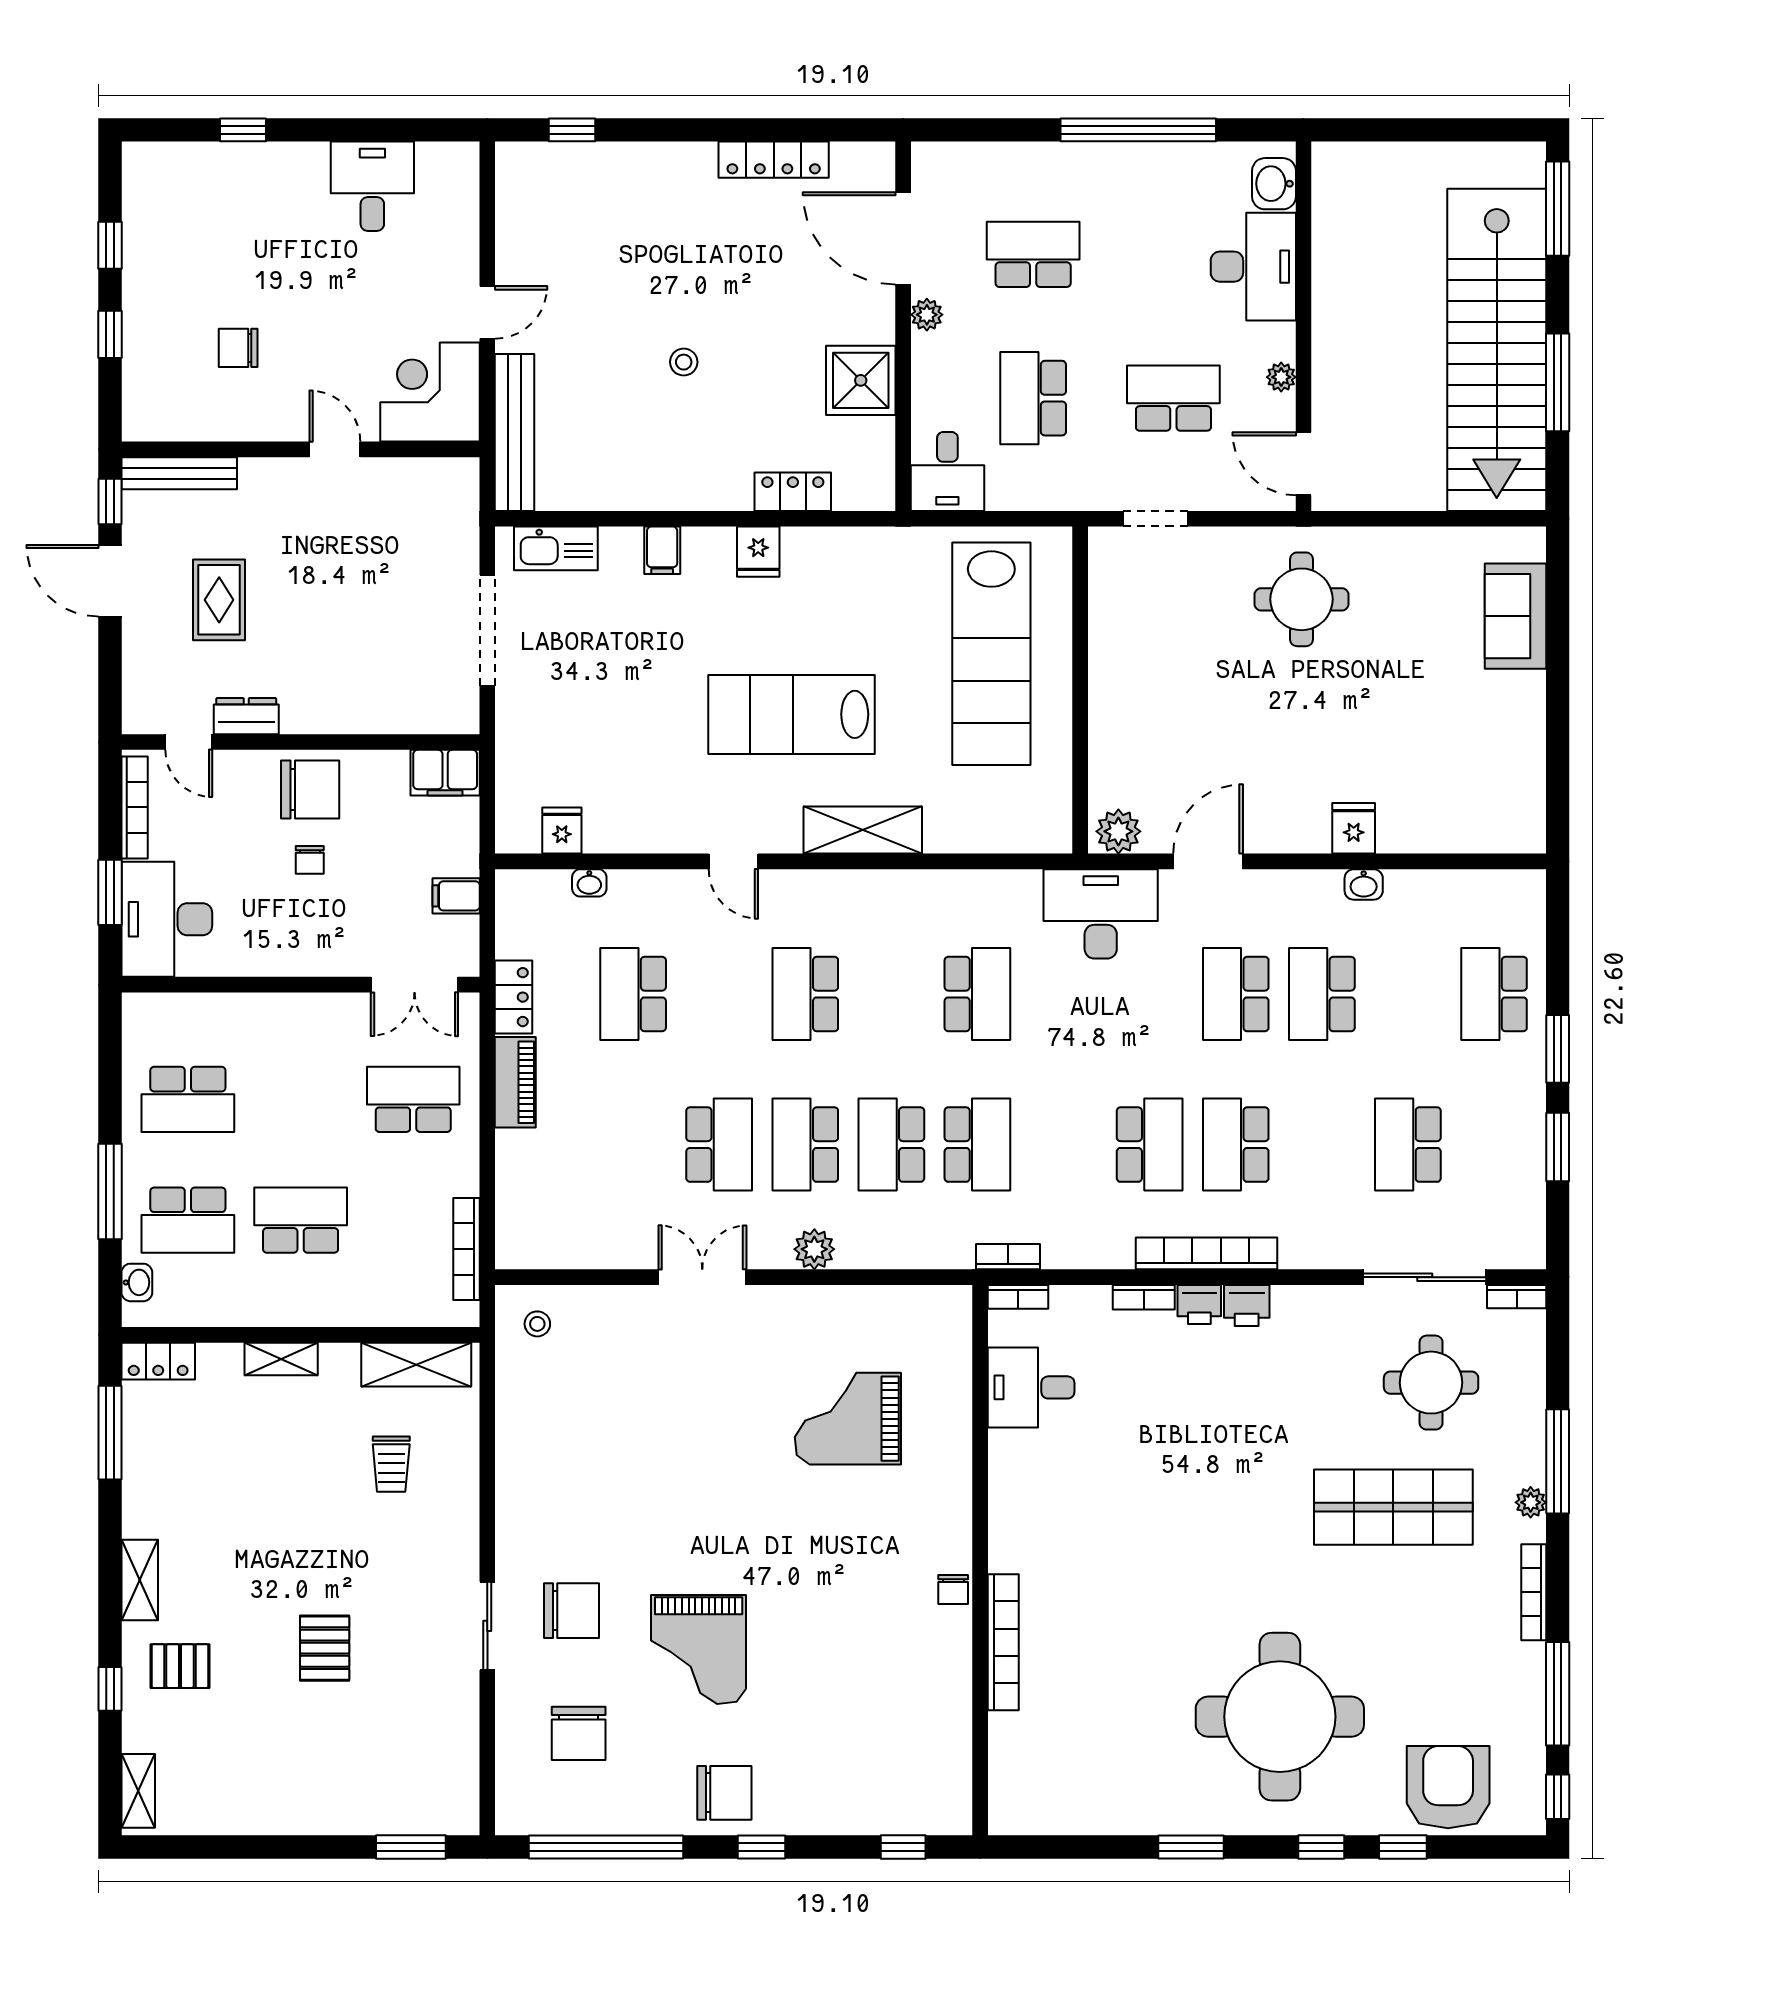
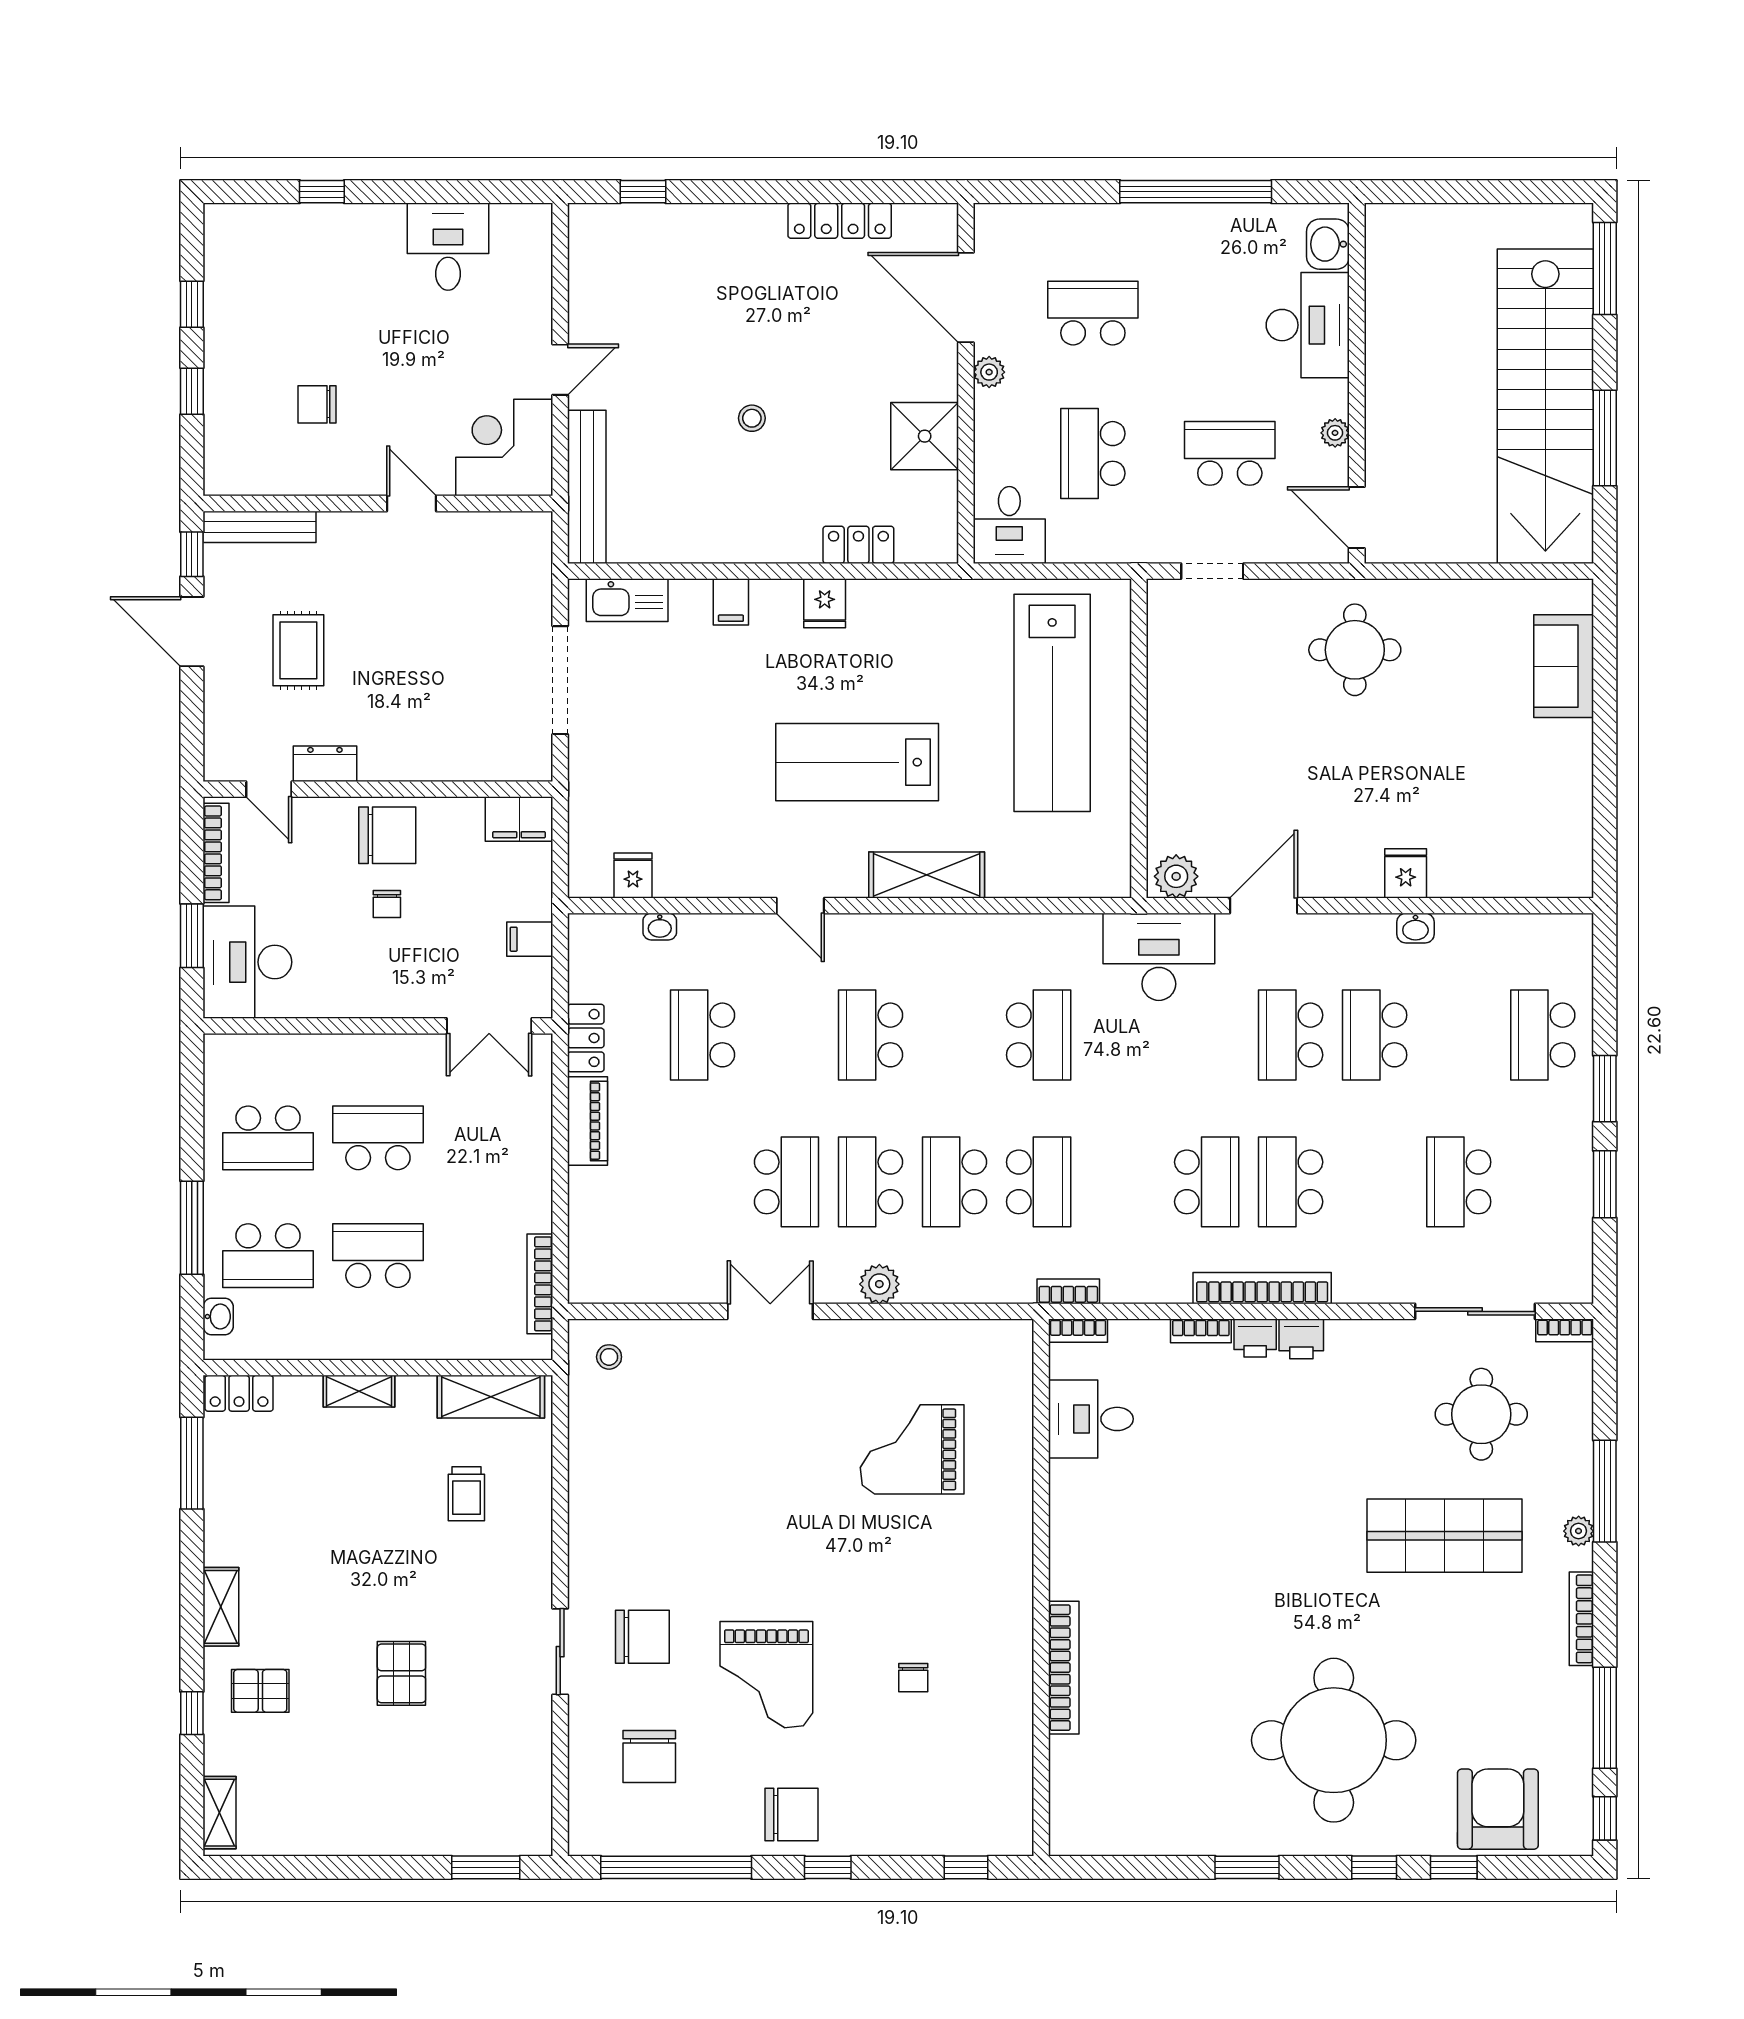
school desk: (413, 1099) -> (378, 1138), moved
chair: (953, 1589) -> (913, 1678), moved

